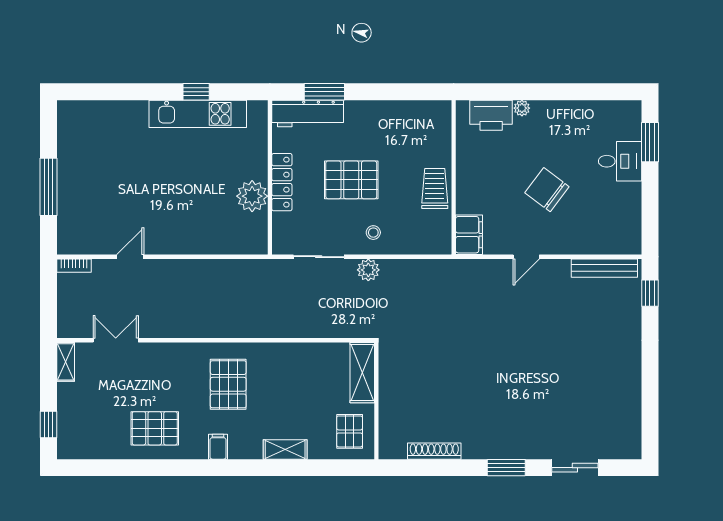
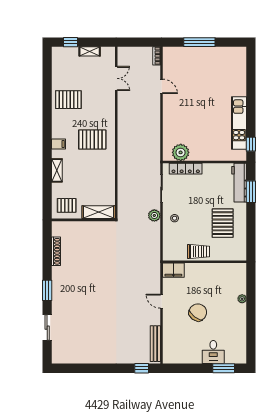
window: (196, 92) -> (251, 144), moved
printer: (491, 115) -> (238, 282), removed
pallet: (351, 180) -> (223, 223), moved
locker: (282, 182) -> (186, 169), moved
plant: (252, 196) -> (181, 152), moved
shelving: (66, 362) -> (90, 51), moved
pallet: (155, 428) -> (68, 100), turned 90
filing cabinet: (218, 447) -> (58, 144), moved

